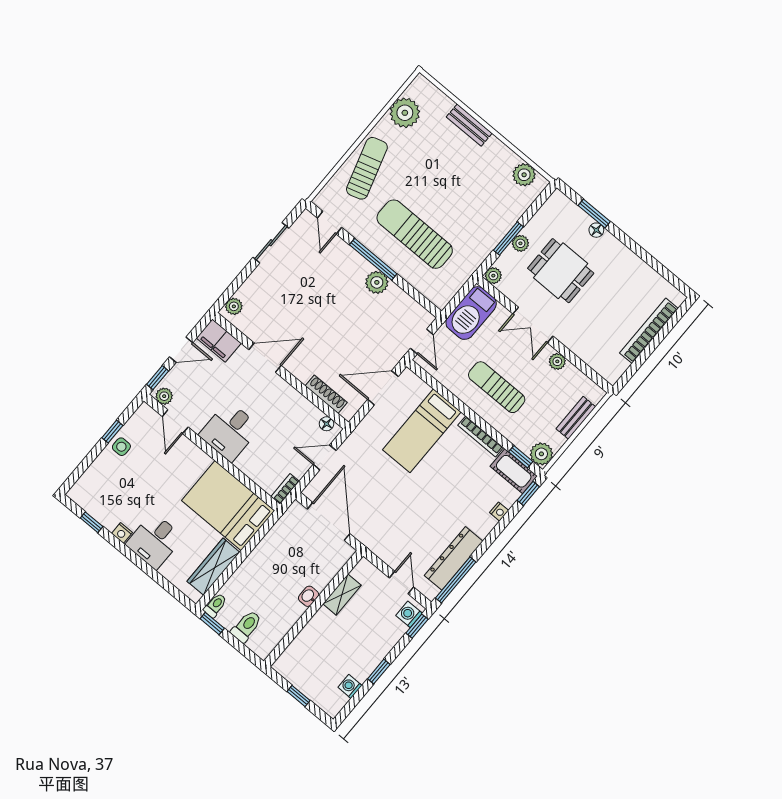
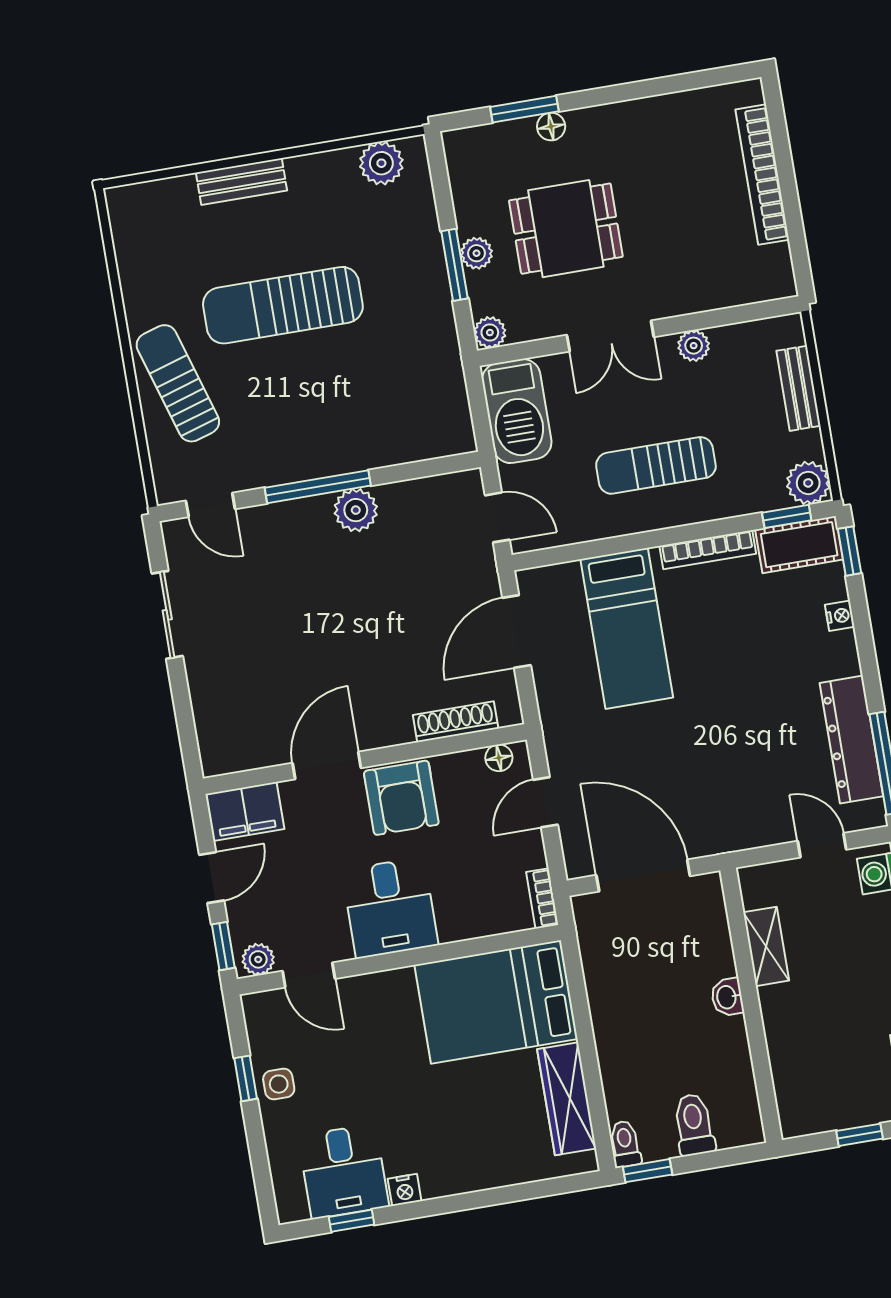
plant: (405, 113) -> (144, 260), removed
sun lounger: (415, 234) -> (283, 305), moved
plant: (234, 306) -> (214, 747), removed
armchair: (277, 398) -> (401, 798), added
desk: (154, 541) -> (343, 1171), moved

